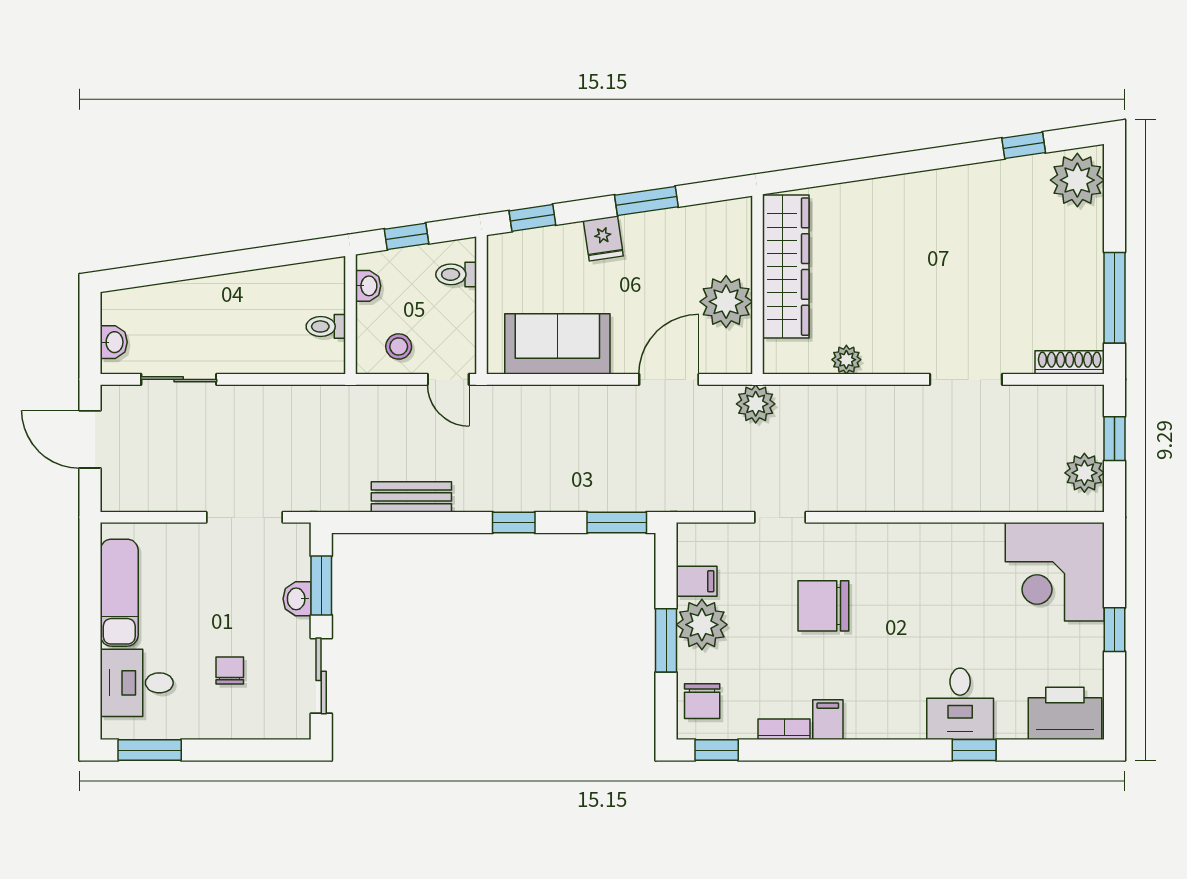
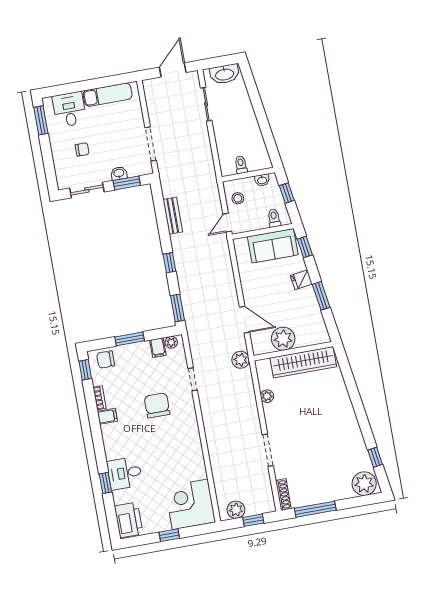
washbasin: (114, 342) -> (225, 74), width x1.91, depth x1.45
sofa: (557, 344) -> (273, 246), moved, turned 90
plant: (702, 625) -> (171, 342), moved, width x0.53, depth x0.53

